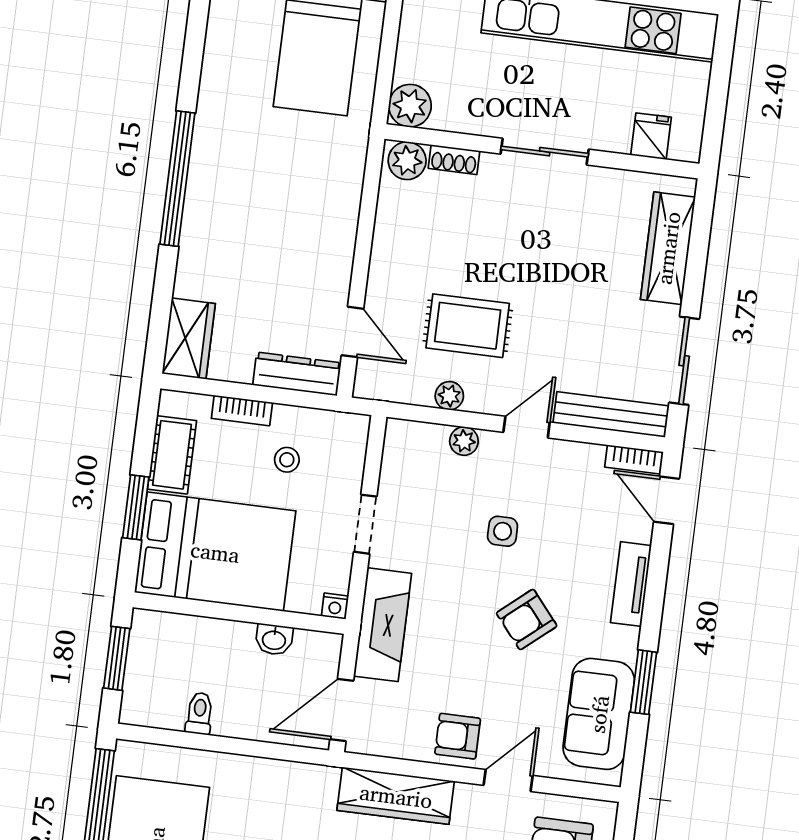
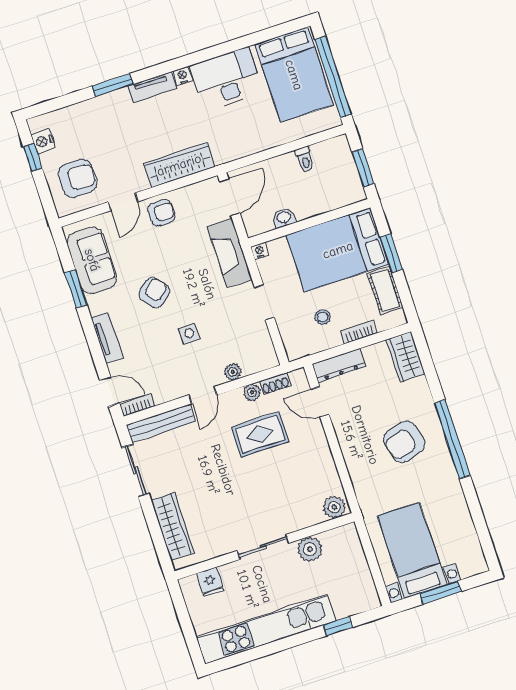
plant: (410, 106) -> (310, 549), moved
shoe rack: (454, 160) -> (275, 383), moved, turned 180
armchair: (253, 210) -> (404, 442), added

